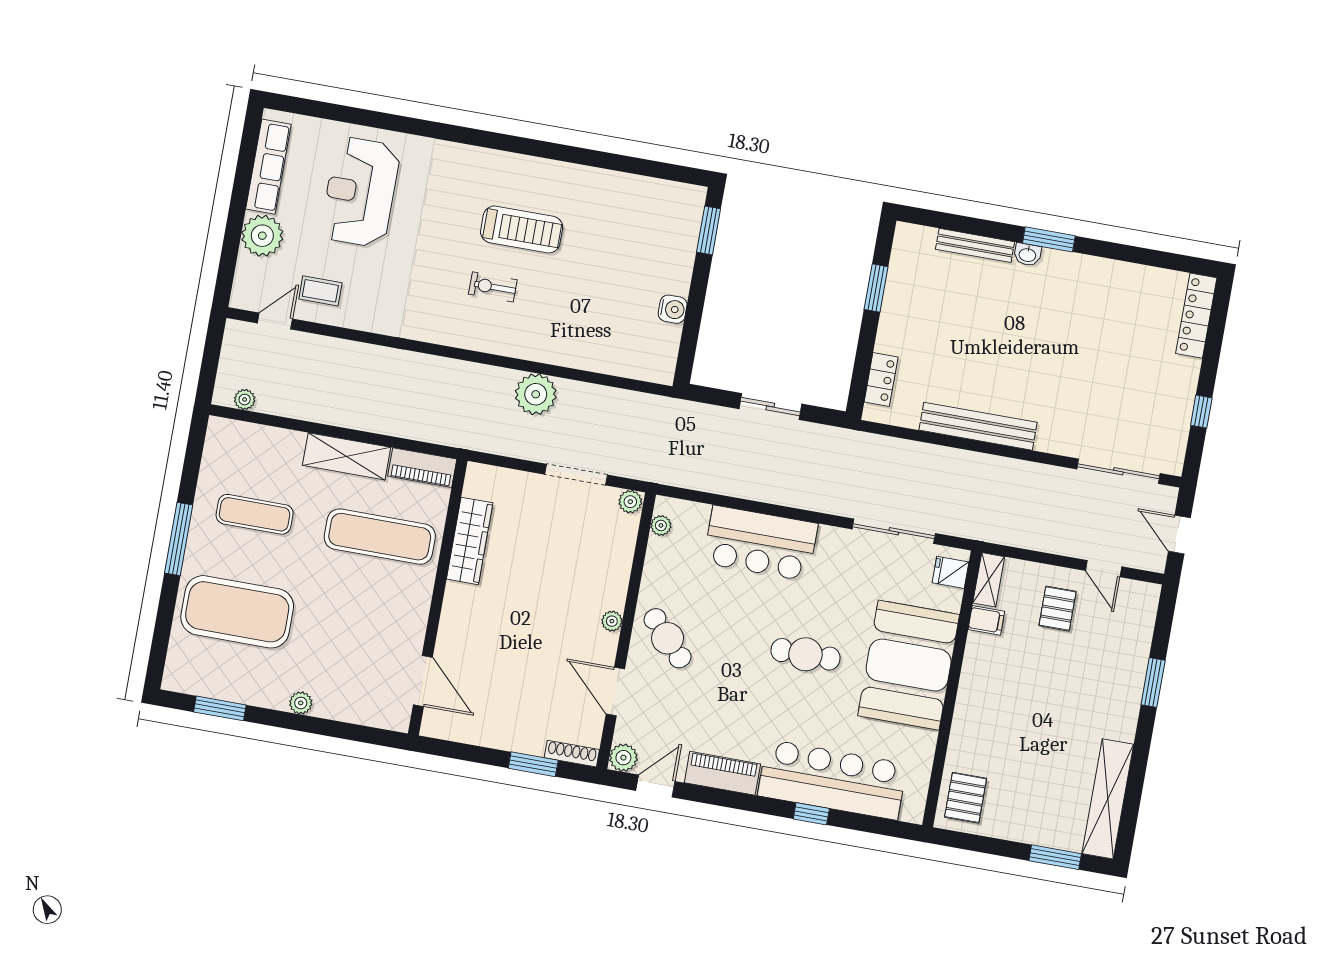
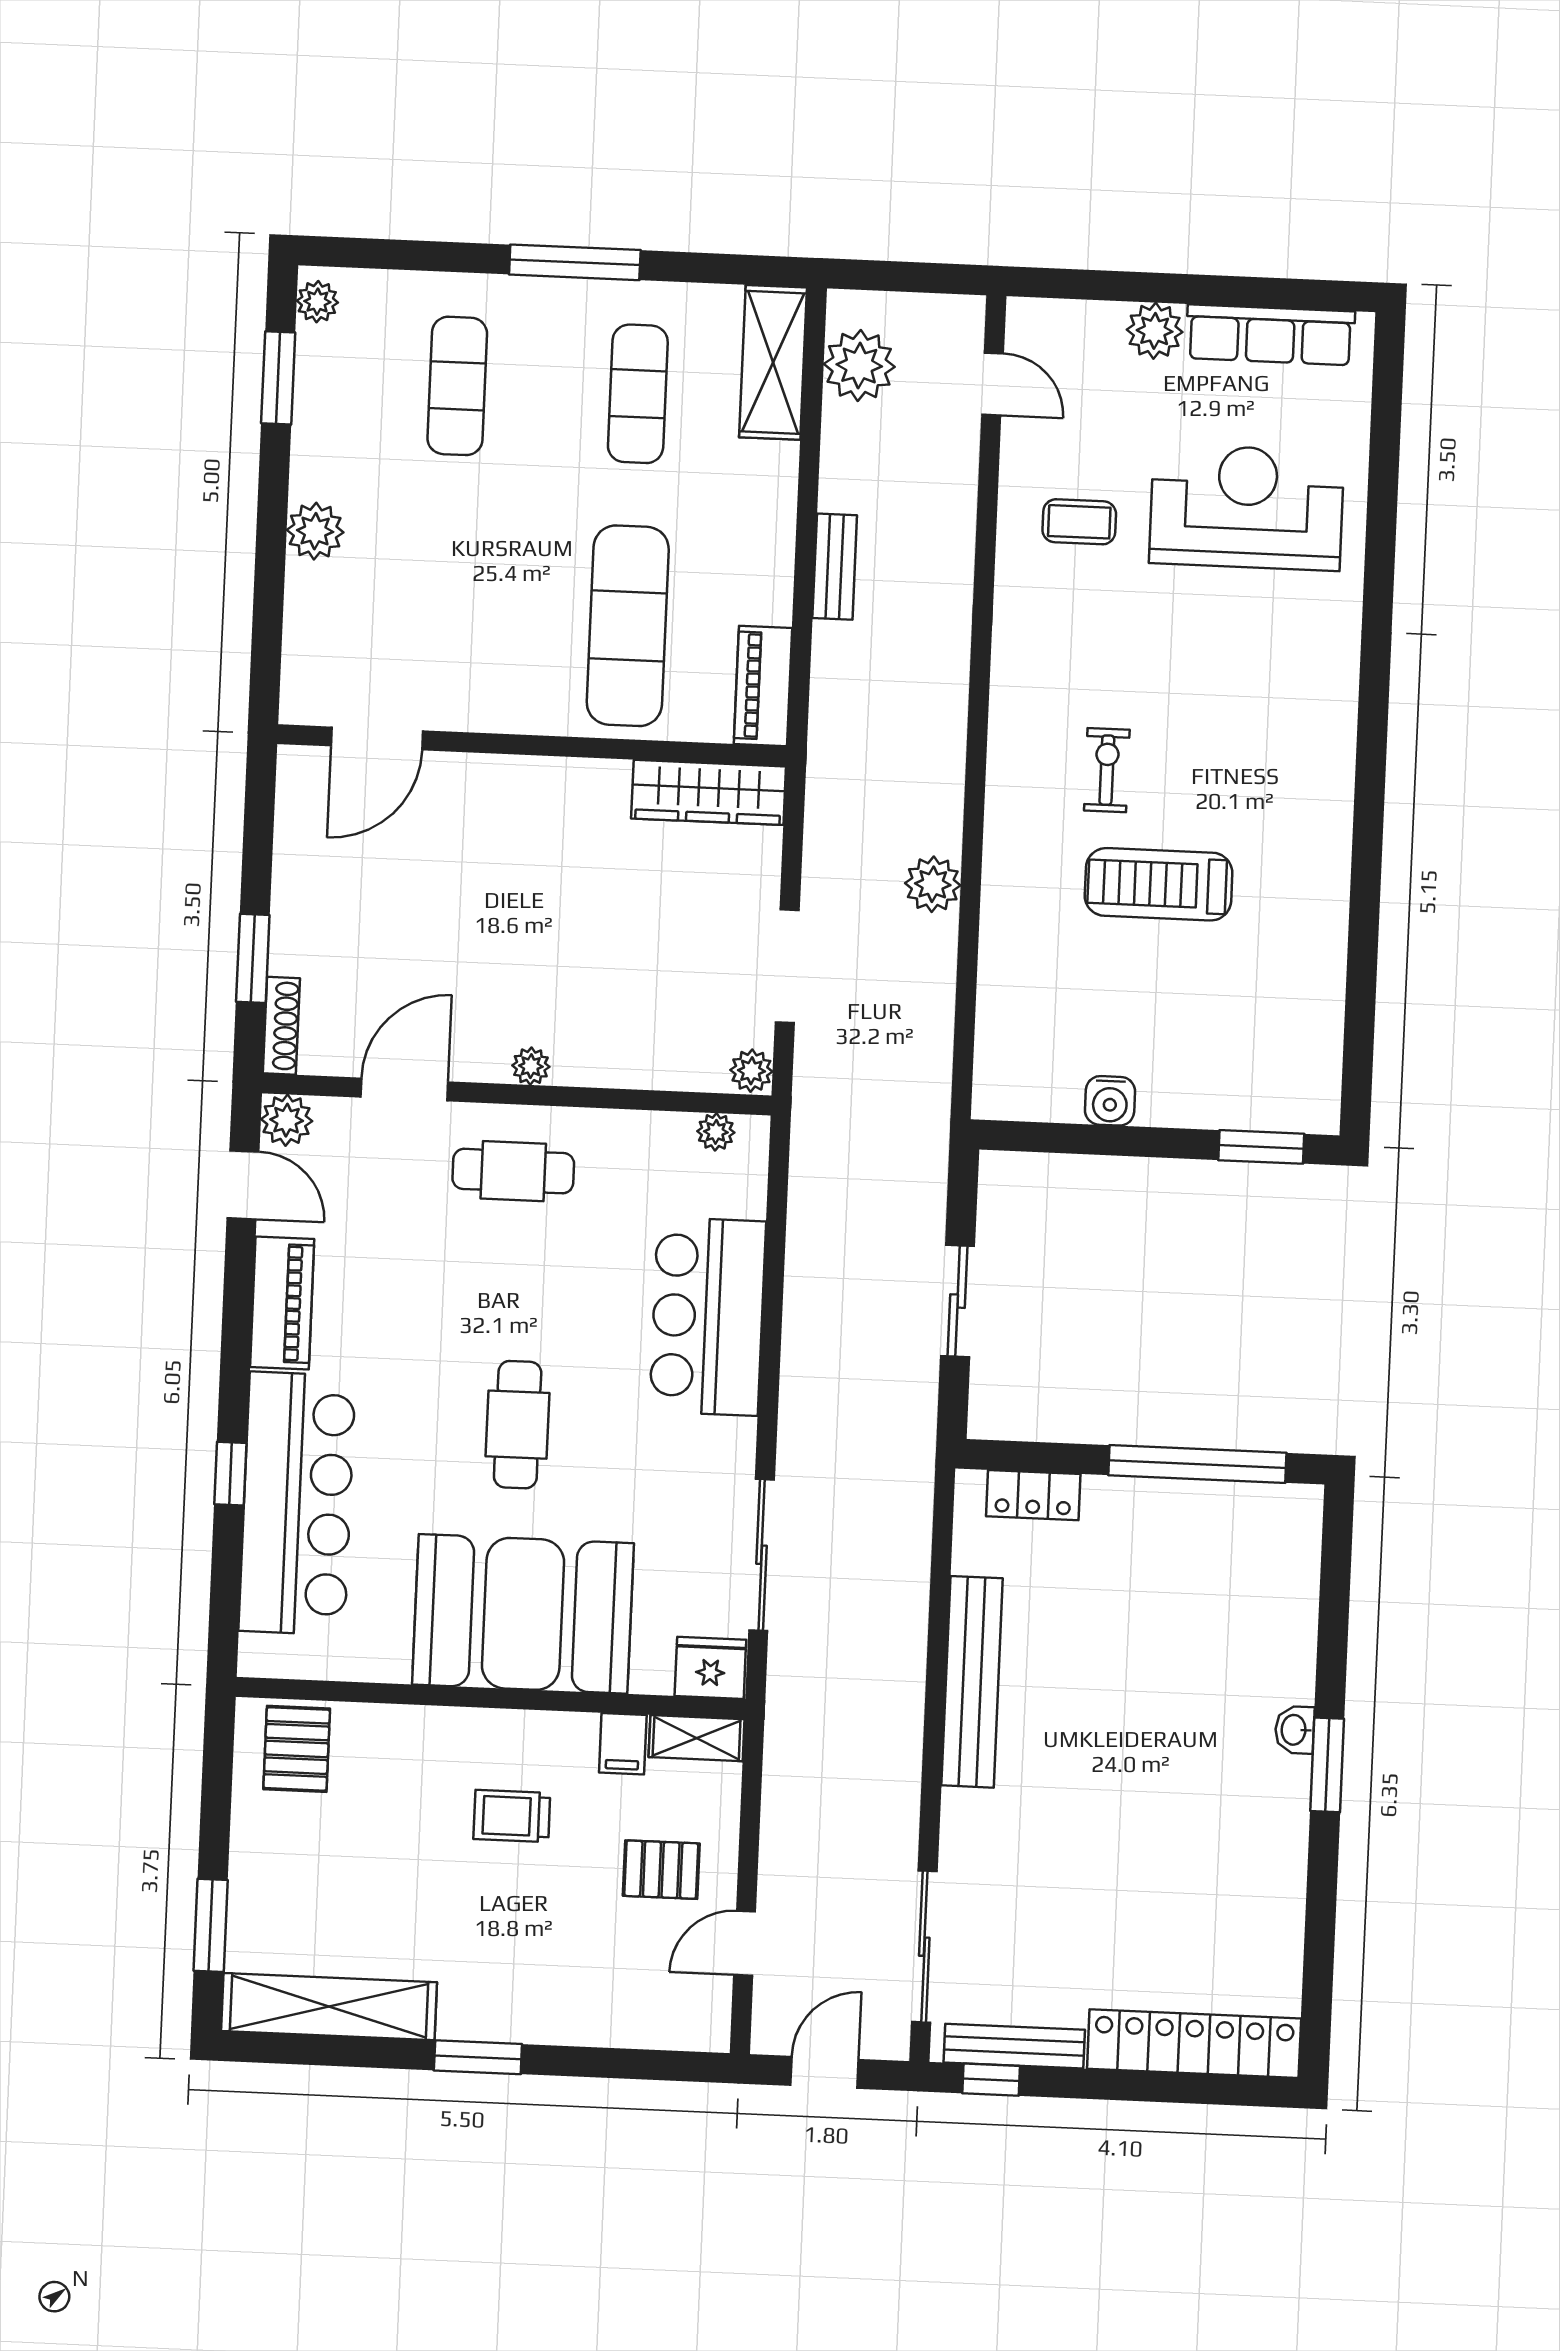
treadmill: (522, 229) -> (1159, 884), moved, turned 90
plant: (262, 236) -> (1155, 331), width x0.73, depth x0.73
bench: (975, 245) -> (1014, 2046), moved, turned 90
window: (876, 288) -> (1197, 1464), width x2.11
coffee table: (320, 291) -> (1079, 522), moved, turned 90
locker: (1196, 316) -> (1194, 2044), width x1.41, depth x1.21
plant: (536, 394) -> (933, 884), width x0.73, depth x0.73
plant: (245, 399) -> (859, 365), width x1.87, depth x1.87
window: (1201, 412) -> (991, 2080), moved
bench: (363, 420) -> (835, 567), added
shelving: (347, 456) -> (773, 362), moved
wardrobe: (470, 541) -> (709, 792), moved
fridge: (951, 572) -> (710, 1668), width x1.38
exercise mat: (237, 612) -> (457, 386), width x0.50, depth x0.69
cafe table: (668, 638) -> (513, 1171), turned 43
plant: (181, 682) -> (317, 302), added
window: (1153, 682) -> (478, 2057), moved
trolley: (1018, 686) -> (512, 1816), added
plant: (301, 703) -> (315, 531), width x1.38, depth x1.38
pallet: (966, 798) -> (297, 1749), turned 90

